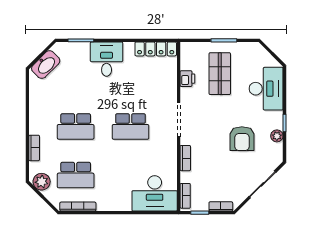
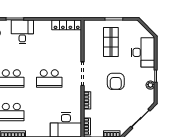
desk: (107, 59) -> (22, 32), moved
printer: (187, 79) -> (89, 45), removed
armchair: (242, 139) -> (116, 81), moved

